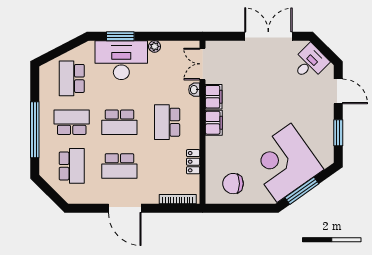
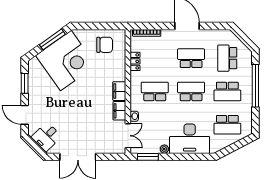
window: (120, 36) -> (148, 157), moved
school desk: (72, 78) -> (227, 125), turned 90
school desk: (167, 122) -> (155, 91), turned -90

